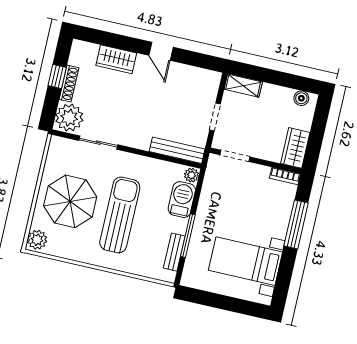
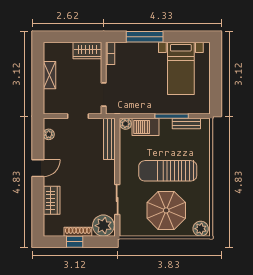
plant: (200, 75) -> (49, 134), added
shelving: (243, 86) -> (49, 75), moved
boiler: (301, 98) -> (49, 55), removed

